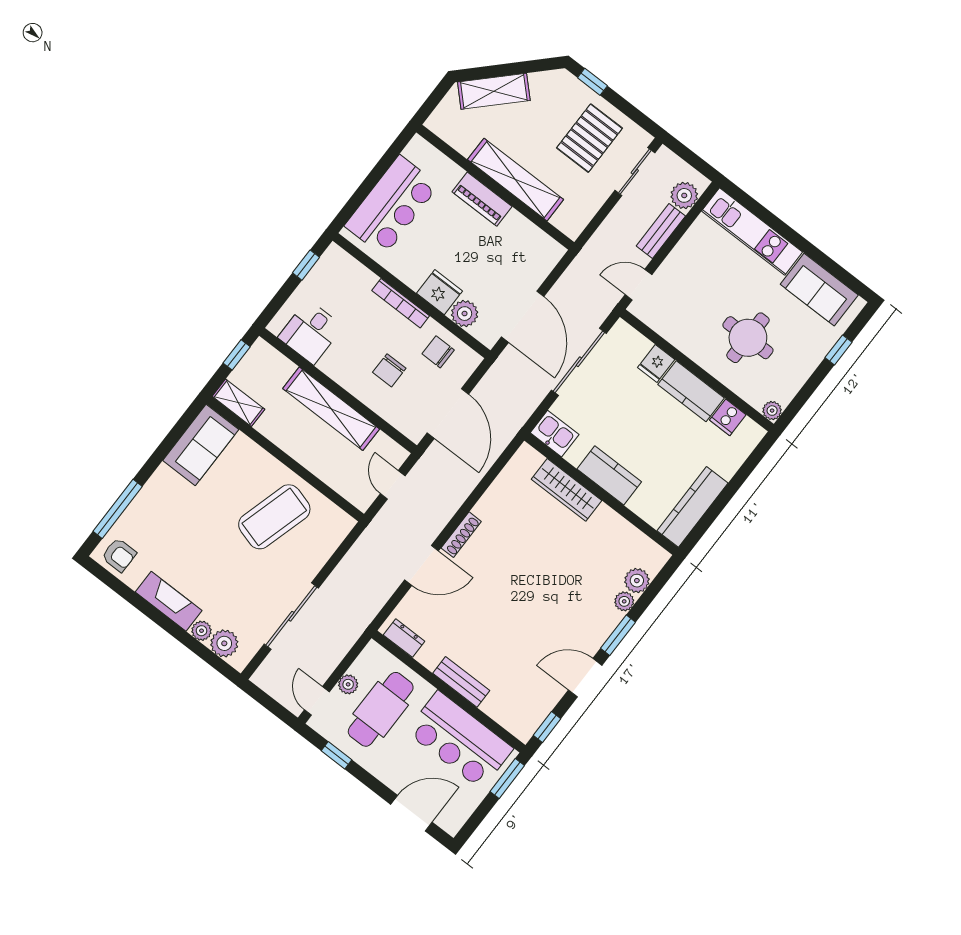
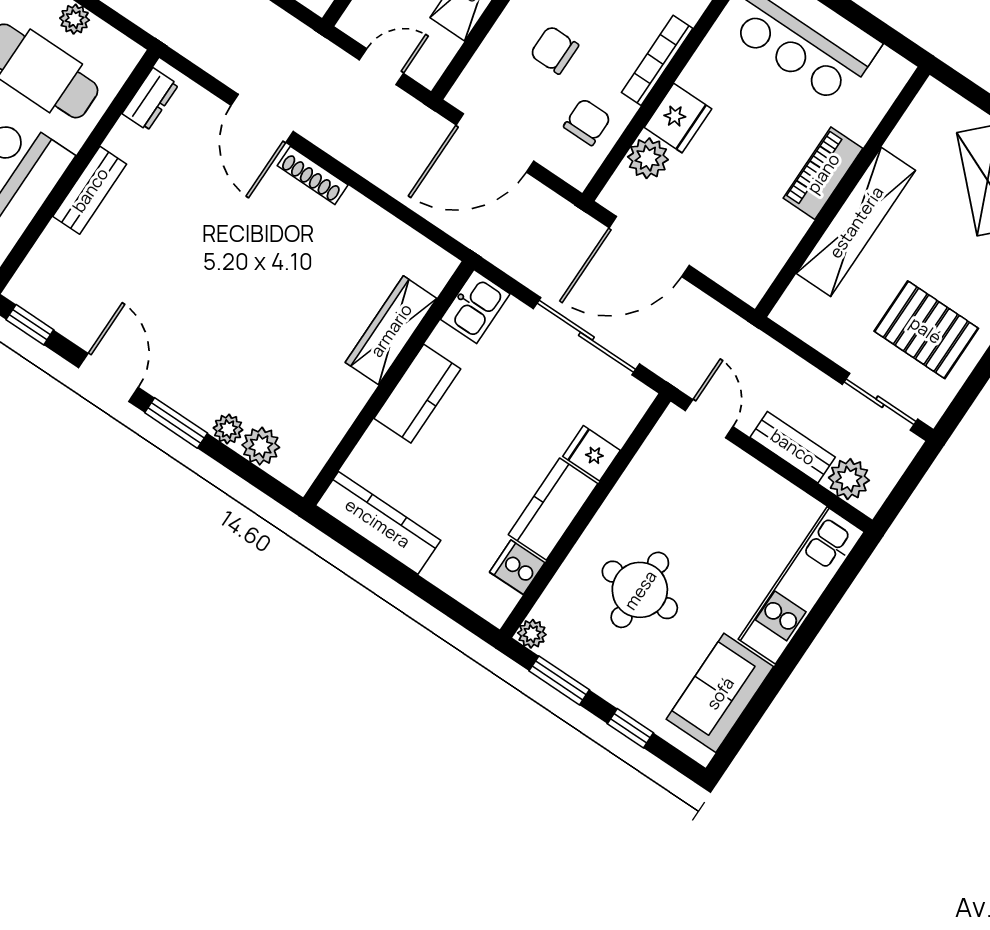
window: (804, 395) -> (559, 680), added

